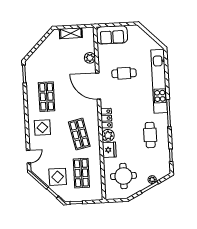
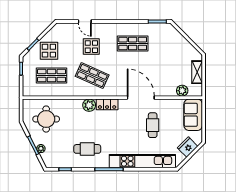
plant: (90, 58) -> (182, 91), moved
door: (98, 86) -> (141, 98), hinge flipped
display table: (42, 128) -> (91, 47), moved
shop shelf: (79, 134) -> (92, 76), turned 36
fridge: (109, 150) -> (188, 147), moved, turned 135
door: (28, 157) -> (85, 22), moved

